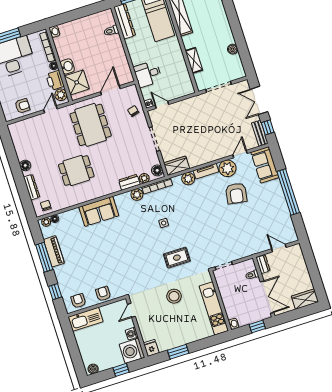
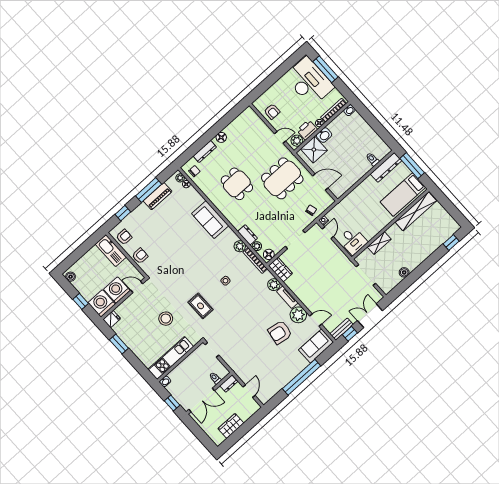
desk: (148, 74) -> (353, 241), moved, turned 180
wardrobe: (305, 299) -> (231, 426), moved, turned -90
washing machine: (132, 334) -> (117, 290), width x1.89, depth x1.89

